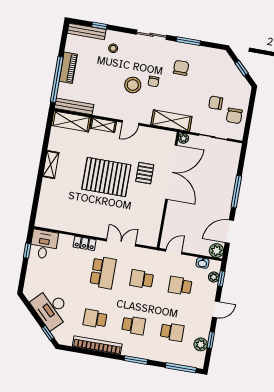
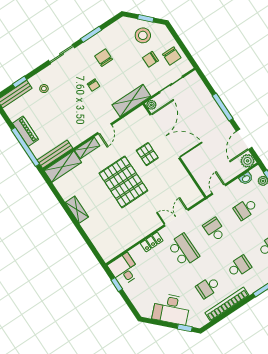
stool: (133, 85) -> (143, 35), moved
pallet: (106, 177) -> (123, 182), turned 90
school desk: (142, 279) -> (214, 229), turned 90

